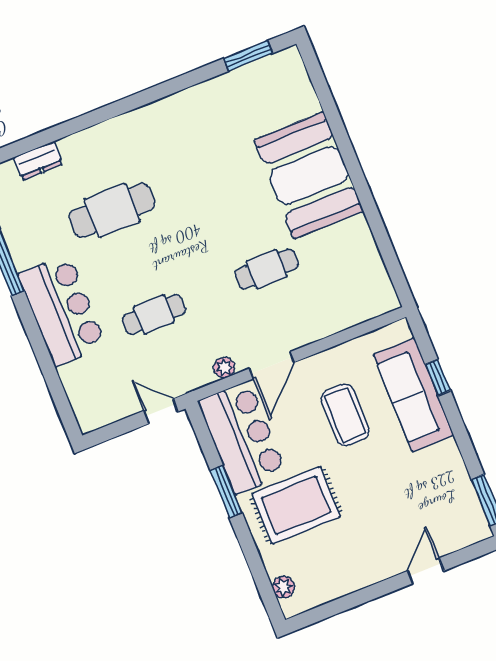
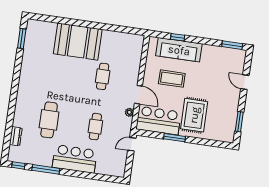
plant: (283, 587) -> (221, 137), removed
window: (337, 607) -> (239, 122), added

